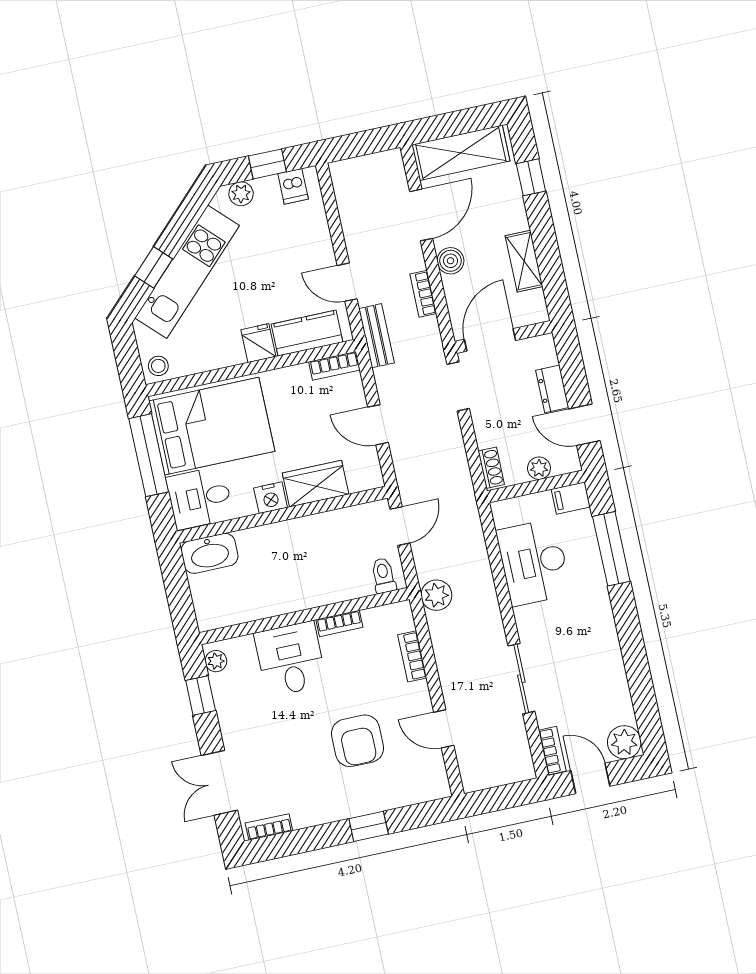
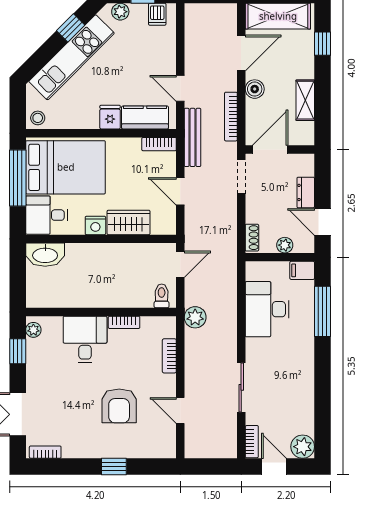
window: (154, 267) -> (71, 28), moved
bookcase: (423, 294) -> (231, 117), width x1.56
bench: (377, 336) -> (193, 137), width x1.36

